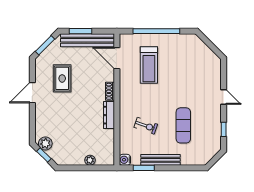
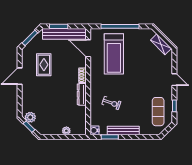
shelving: (207, 53) -> (161, 44), added
treadmill: (149, 65) -> (114, 54), width x1.37, depth x1.37
exercise mat: (183, 125) -> (158, 112), moved

